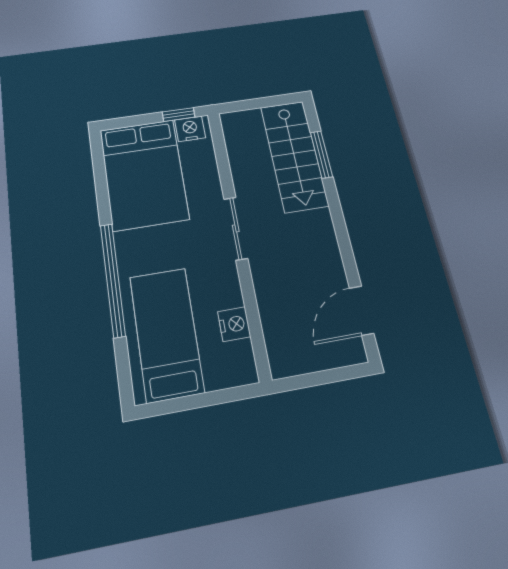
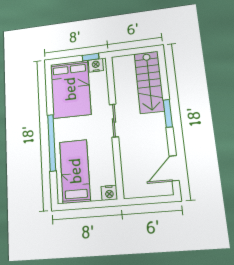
window: (321, 154) -> (168, 113), moved
nightstand: (234, 324) -> (109, 193), moved, turned 90

